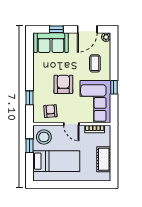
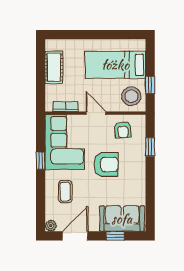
armchair: (63, 84) -> (106, 164), turned -90

